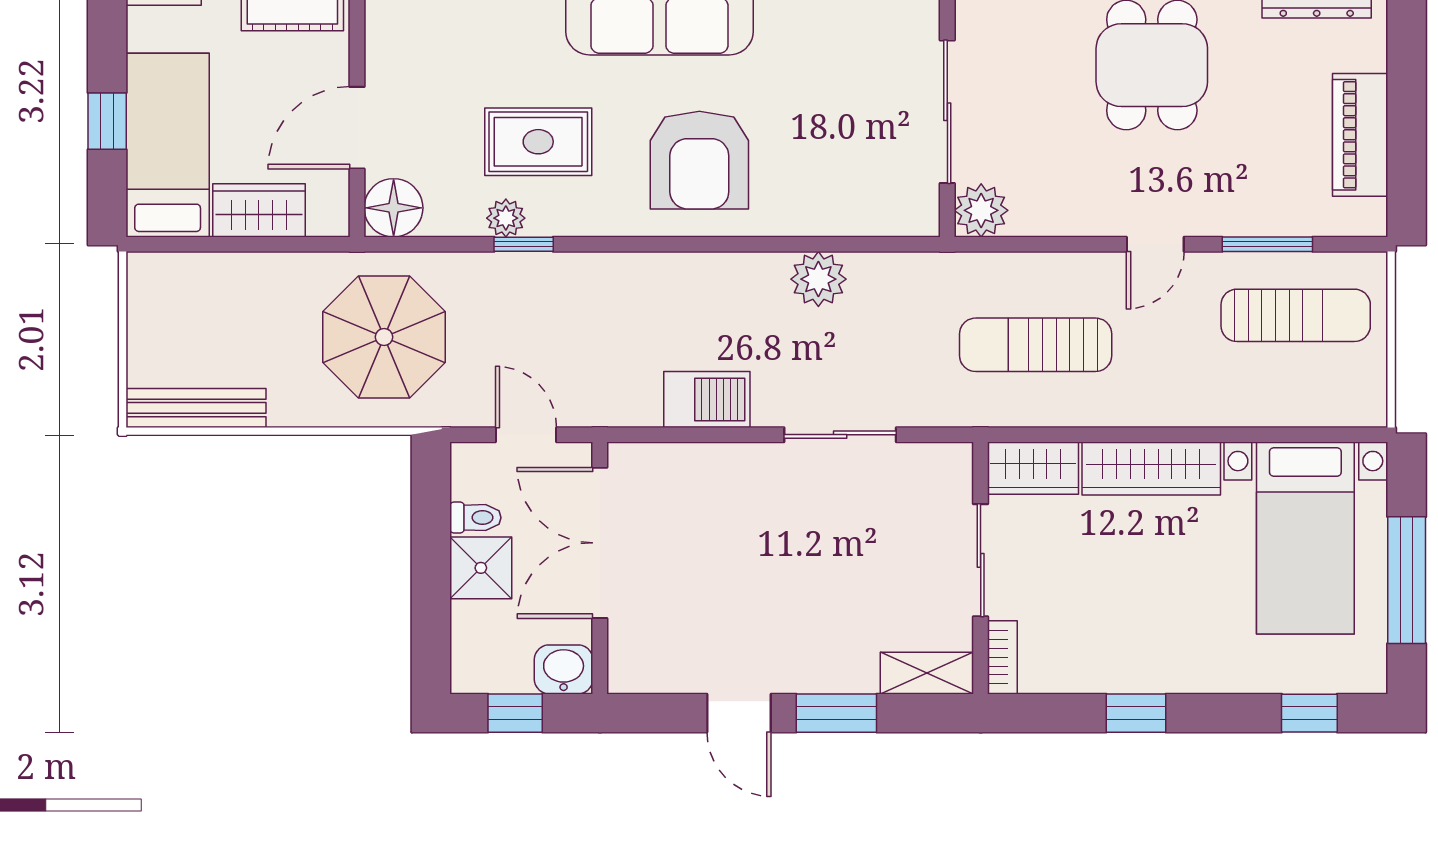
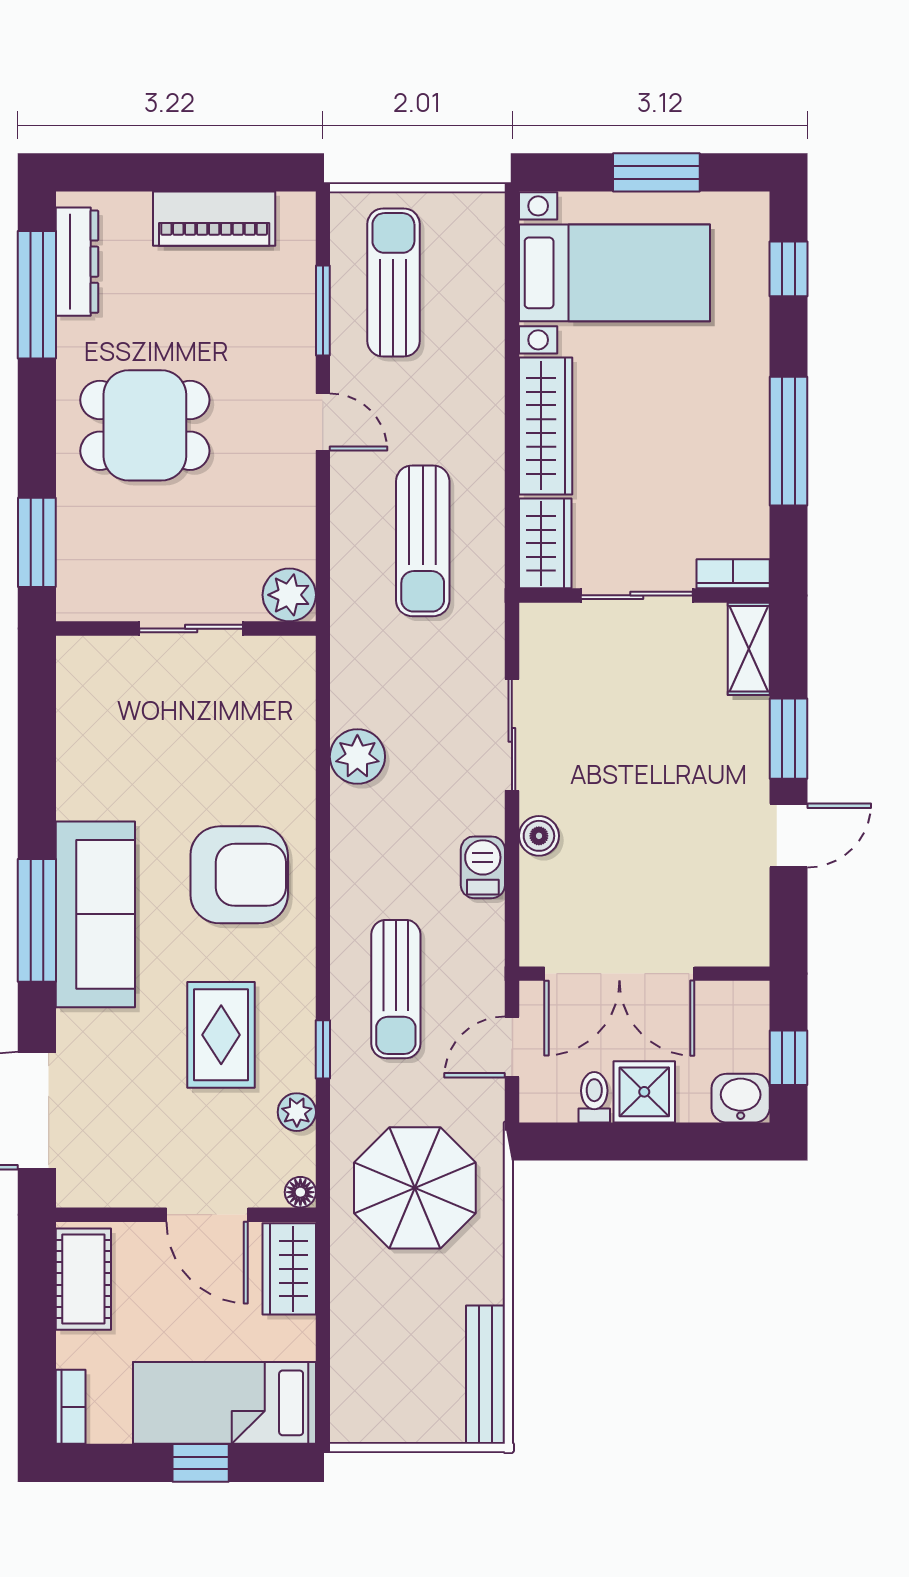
sliding door: (947, 112) -> (191, 629), width x0.73
floor lamp: (394, 208) -> (300, 1192), width x0.53, depth x0.53
wardrobe: (259, 210) -> (289, 1269), moved
plant: (506, 218) -> (297, 1112), moved
sun lounger: (584, 318) -> (396, 989), added
barbecue: (707, 400) -> (483, 867), width x0.73, depth x0.79
boiler: (739, 462) -> (539, 836), added
window: (1407, 580) -> (656, 172), width x0.69
washbasin: (564, 669) -> (741, 1098), moved, turned 90
window: (1136, 713) -> (788, 441), width x2.17

